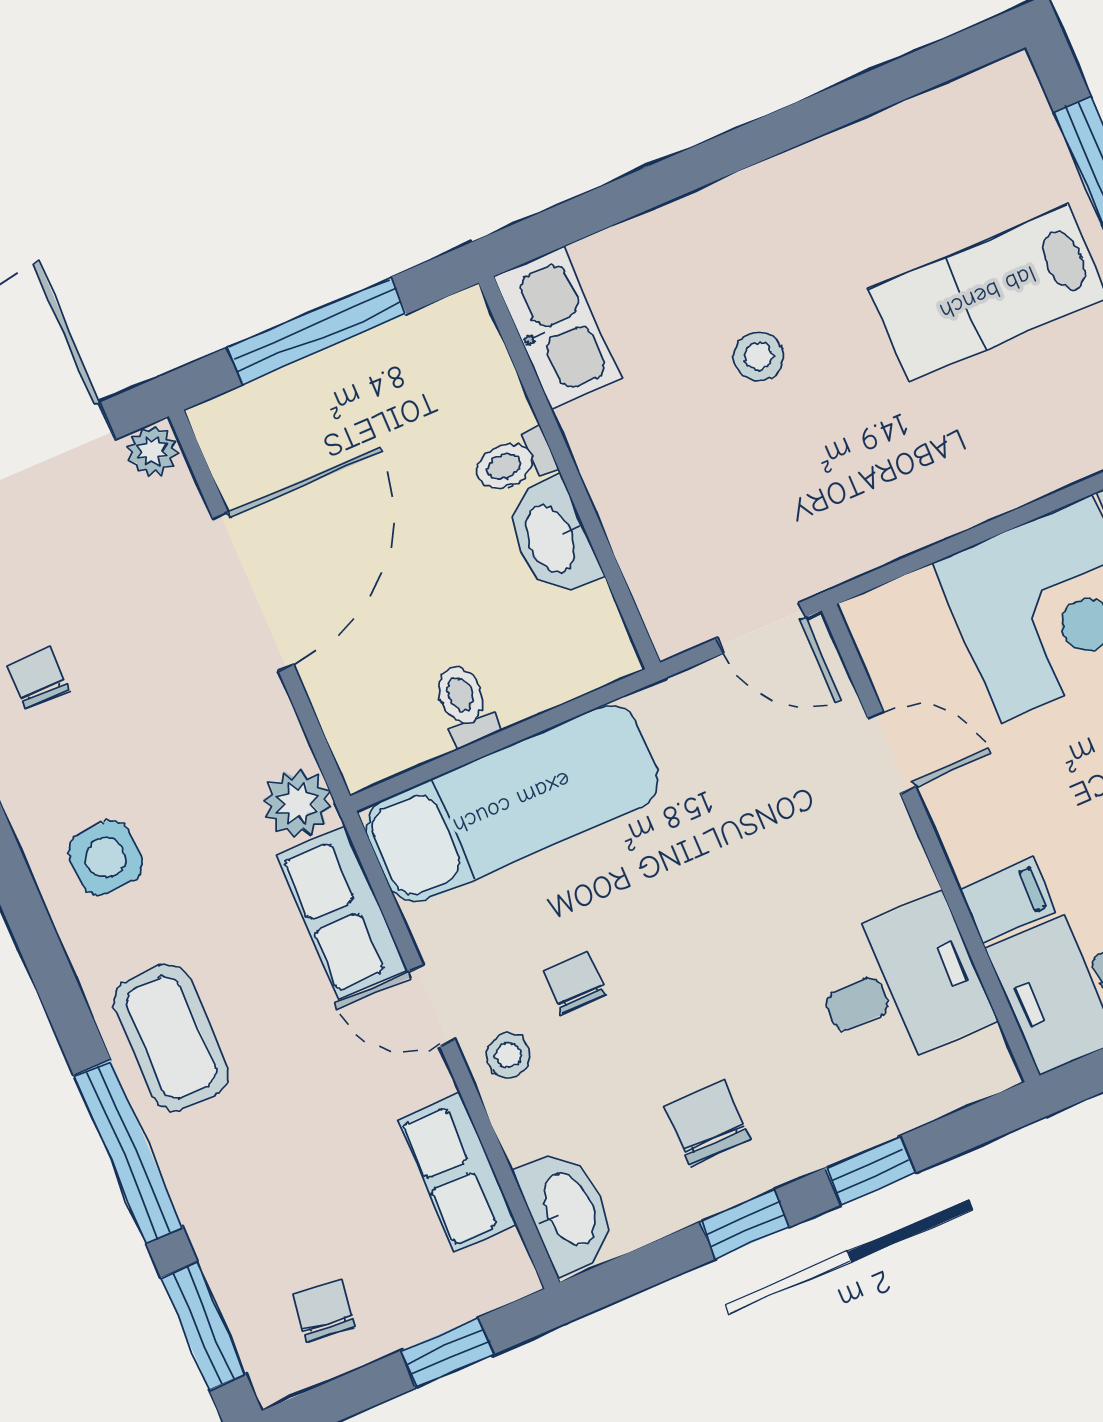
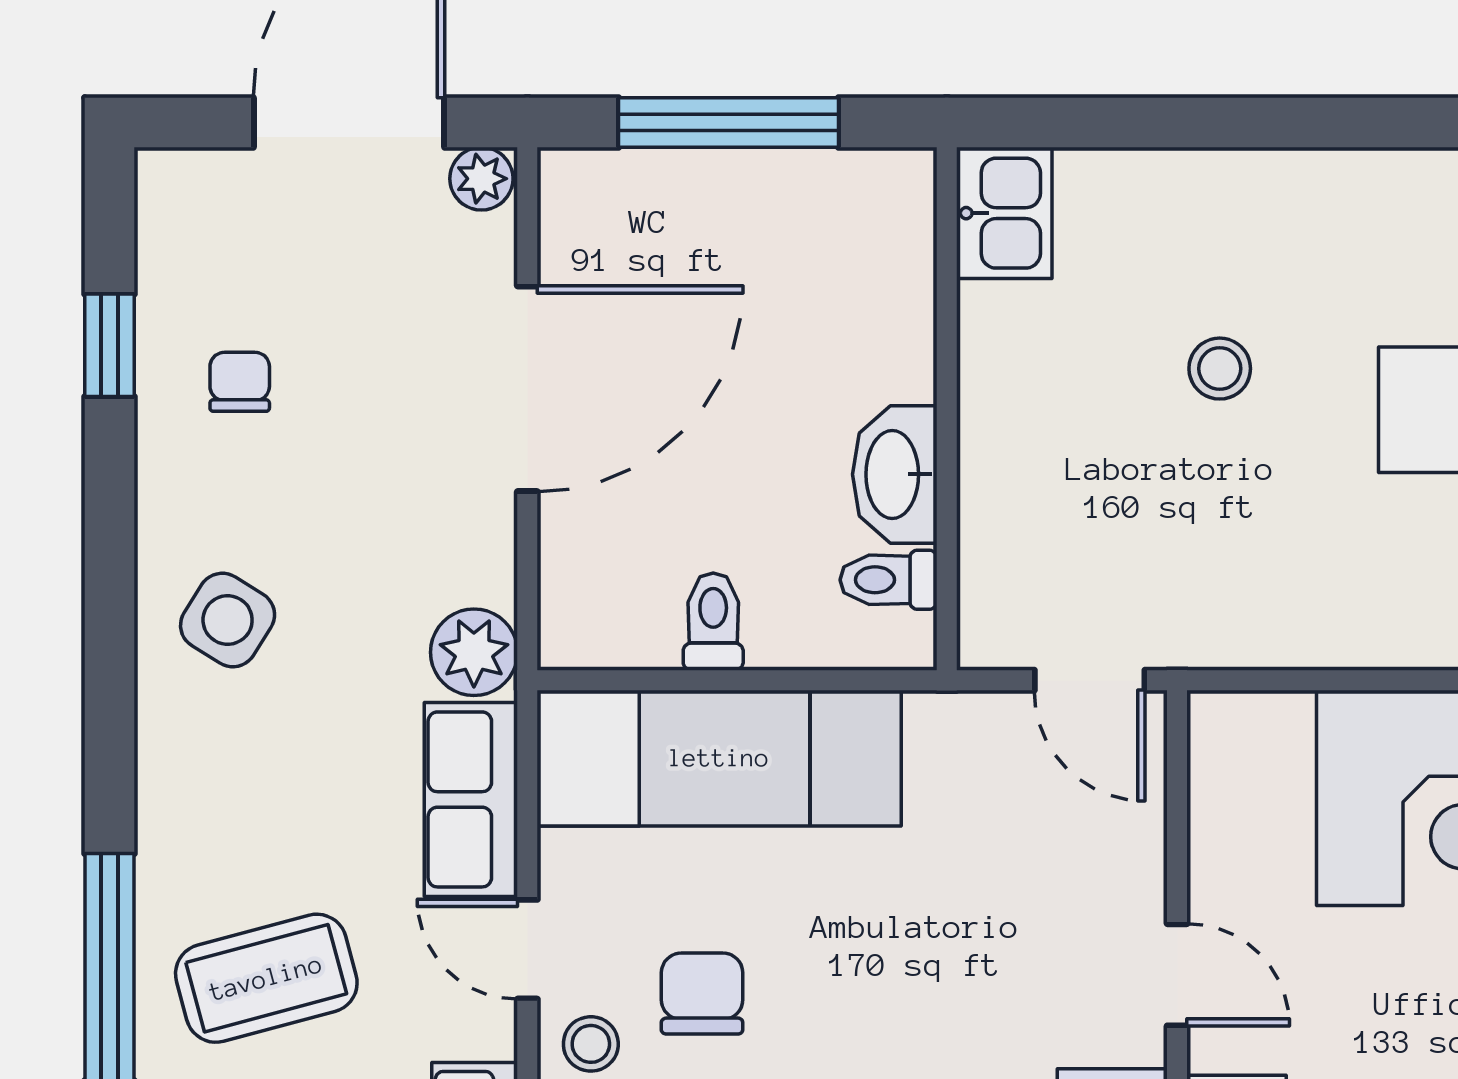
kitchen sink: (557, 328) -> (1004, 213), width x0.73
toilet: (514, 462) -> (889, 580), moved
door: (892, 752) -> (1177, 975), moved
side table: (105, 858) -> (228, 620), turned 34
chair: (575, 983) -> (702, 994), width x1.37, depth x1.37
coffee table: (171, 1038) -> (266, 978), moved, turned 75

